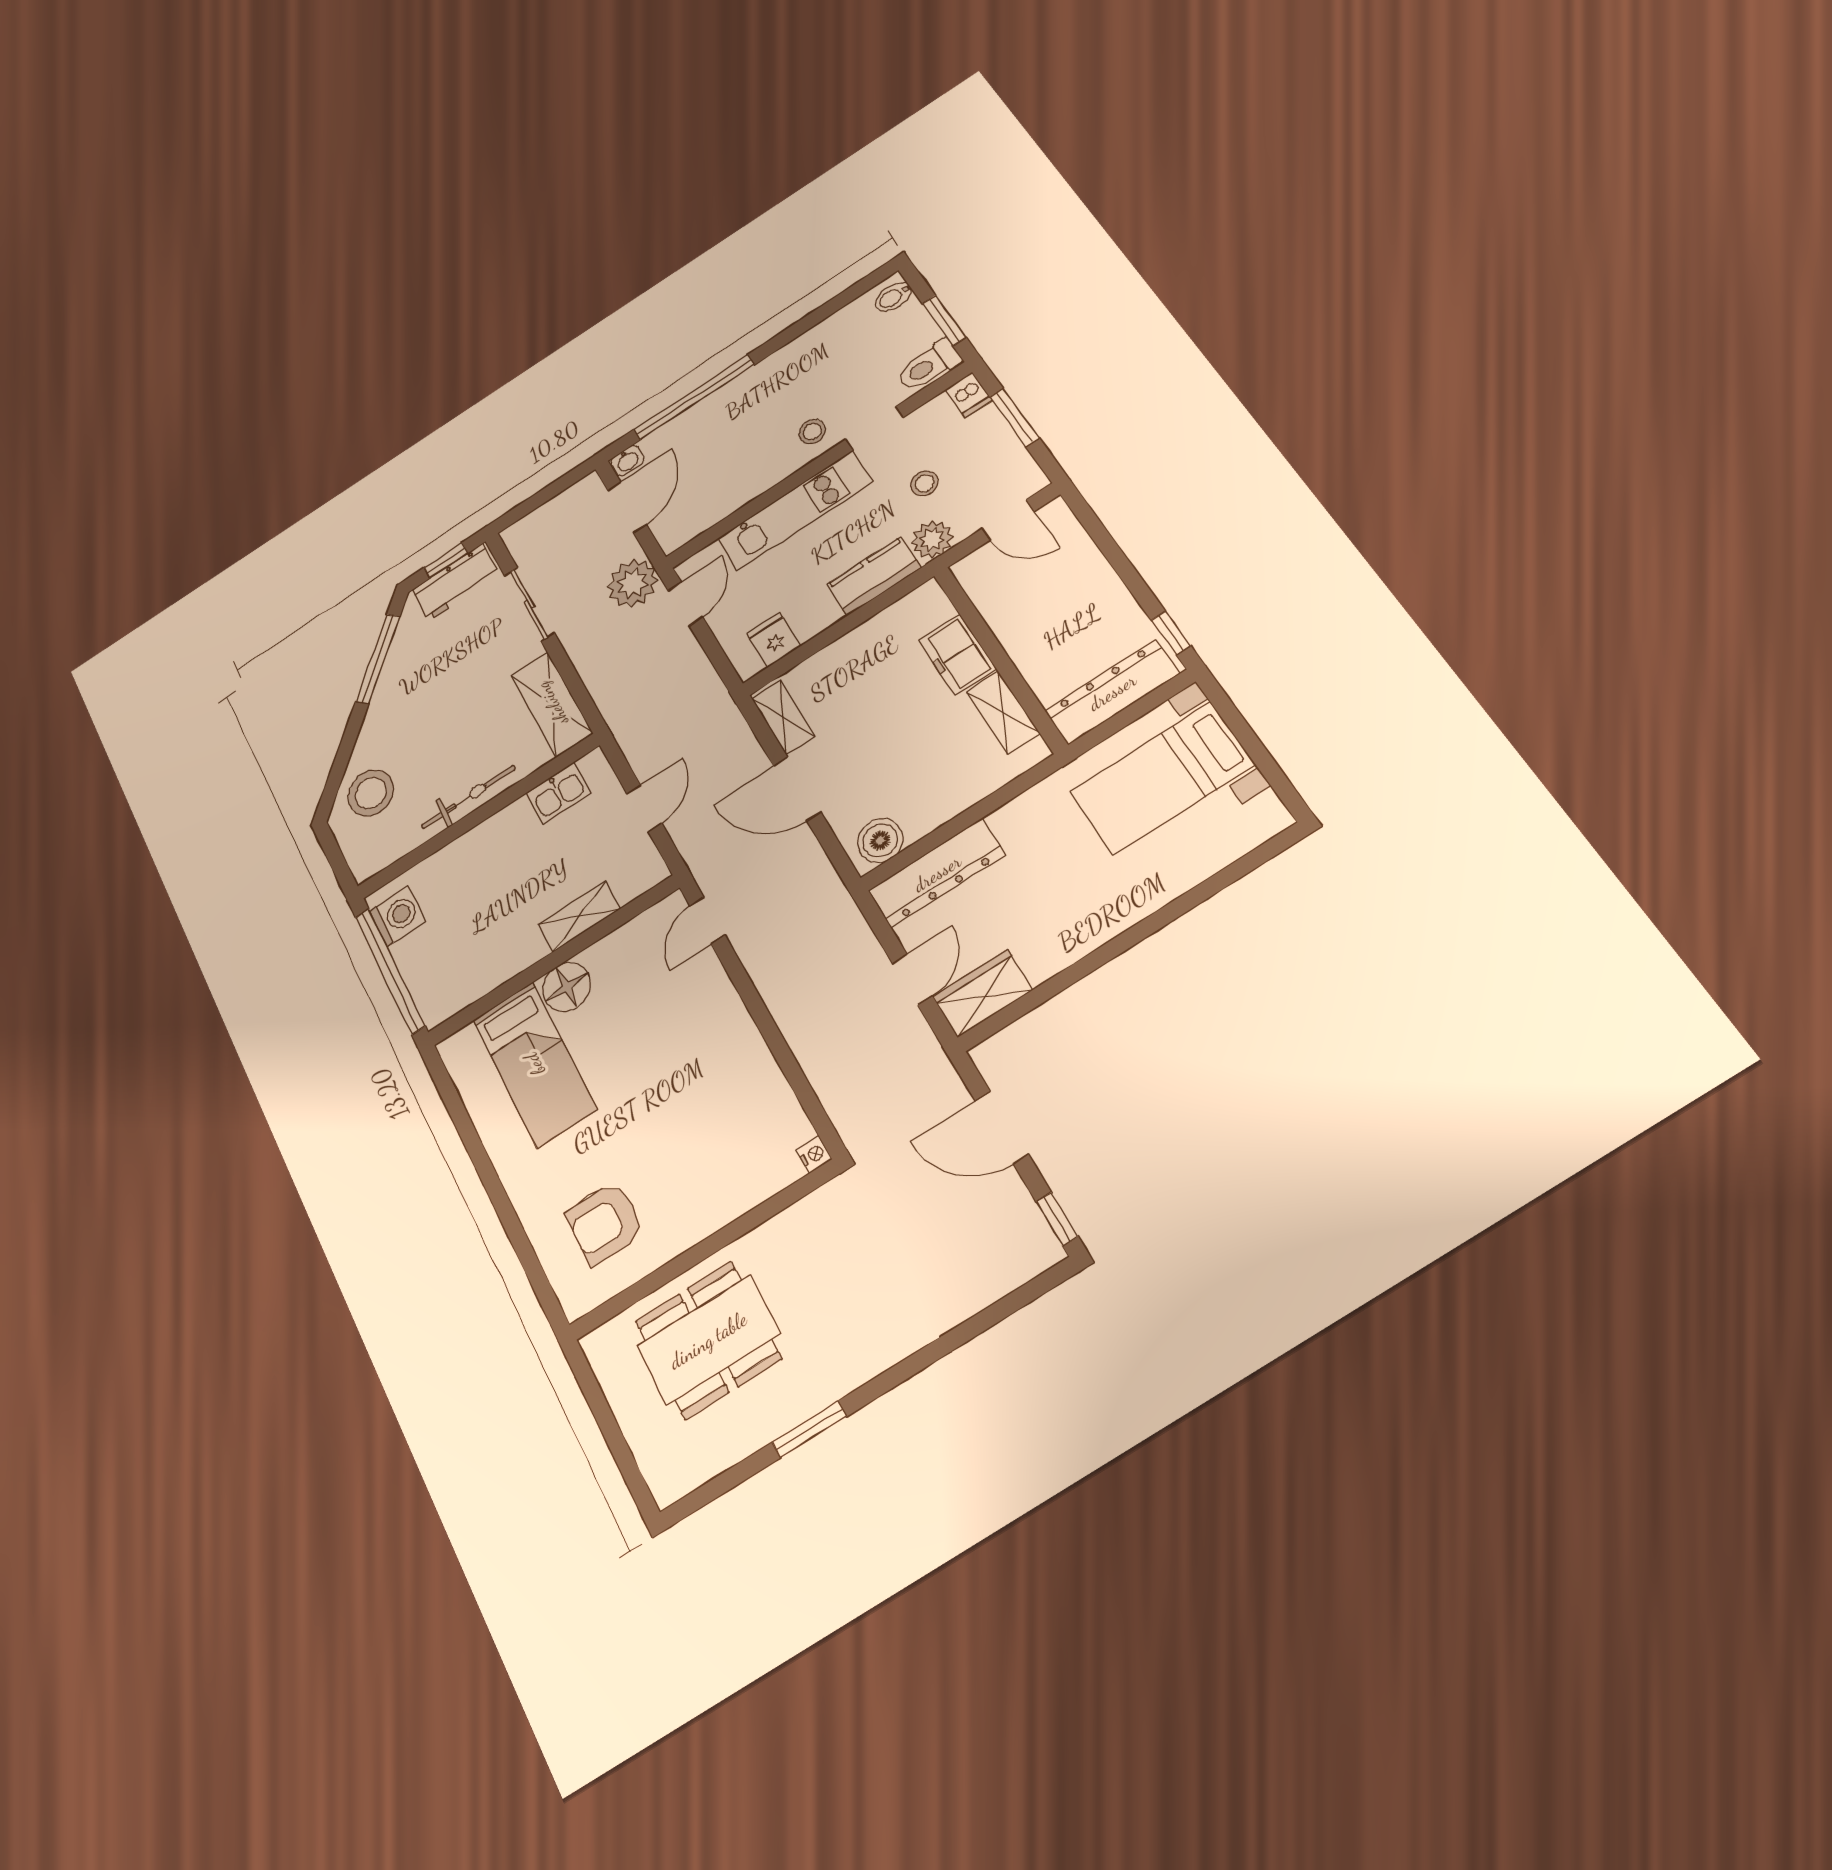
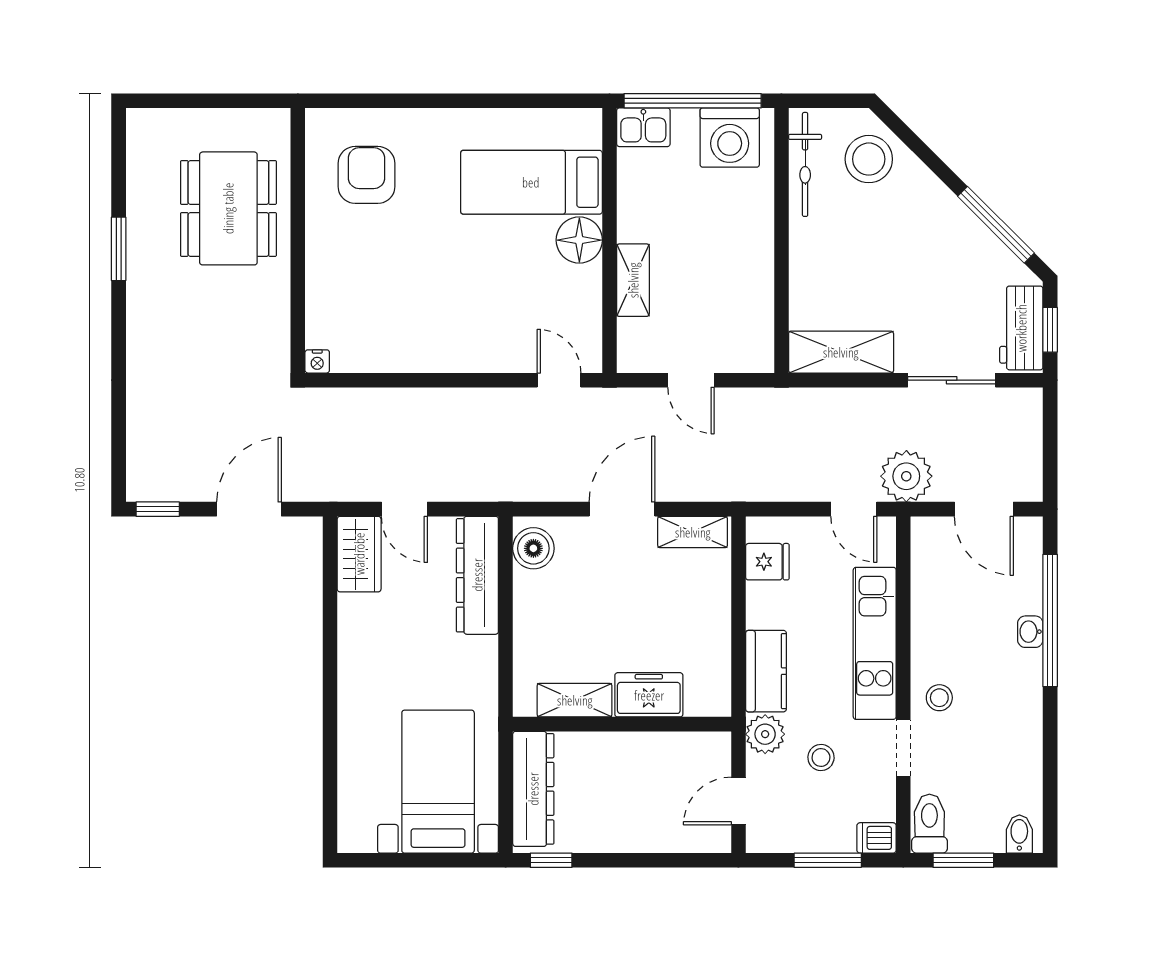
washbasin: (627, 461) -> (1030, 632), moved
kitchen sink: (558, 793) -> (643, 127), moved, turned -90
bicycle: (468, 797) -> (805, 164), moved
washing machine: (397, 916) -> (730, 138), width x1.37, depth x1.37

